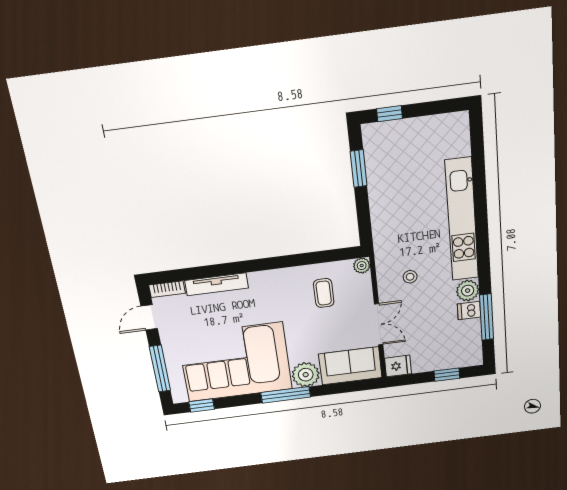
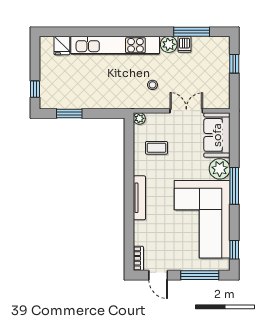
tv unit: (217, 284) -> (139, 198), moved
fridge: (398, 366) -> (62, 46), moved, turned 180

